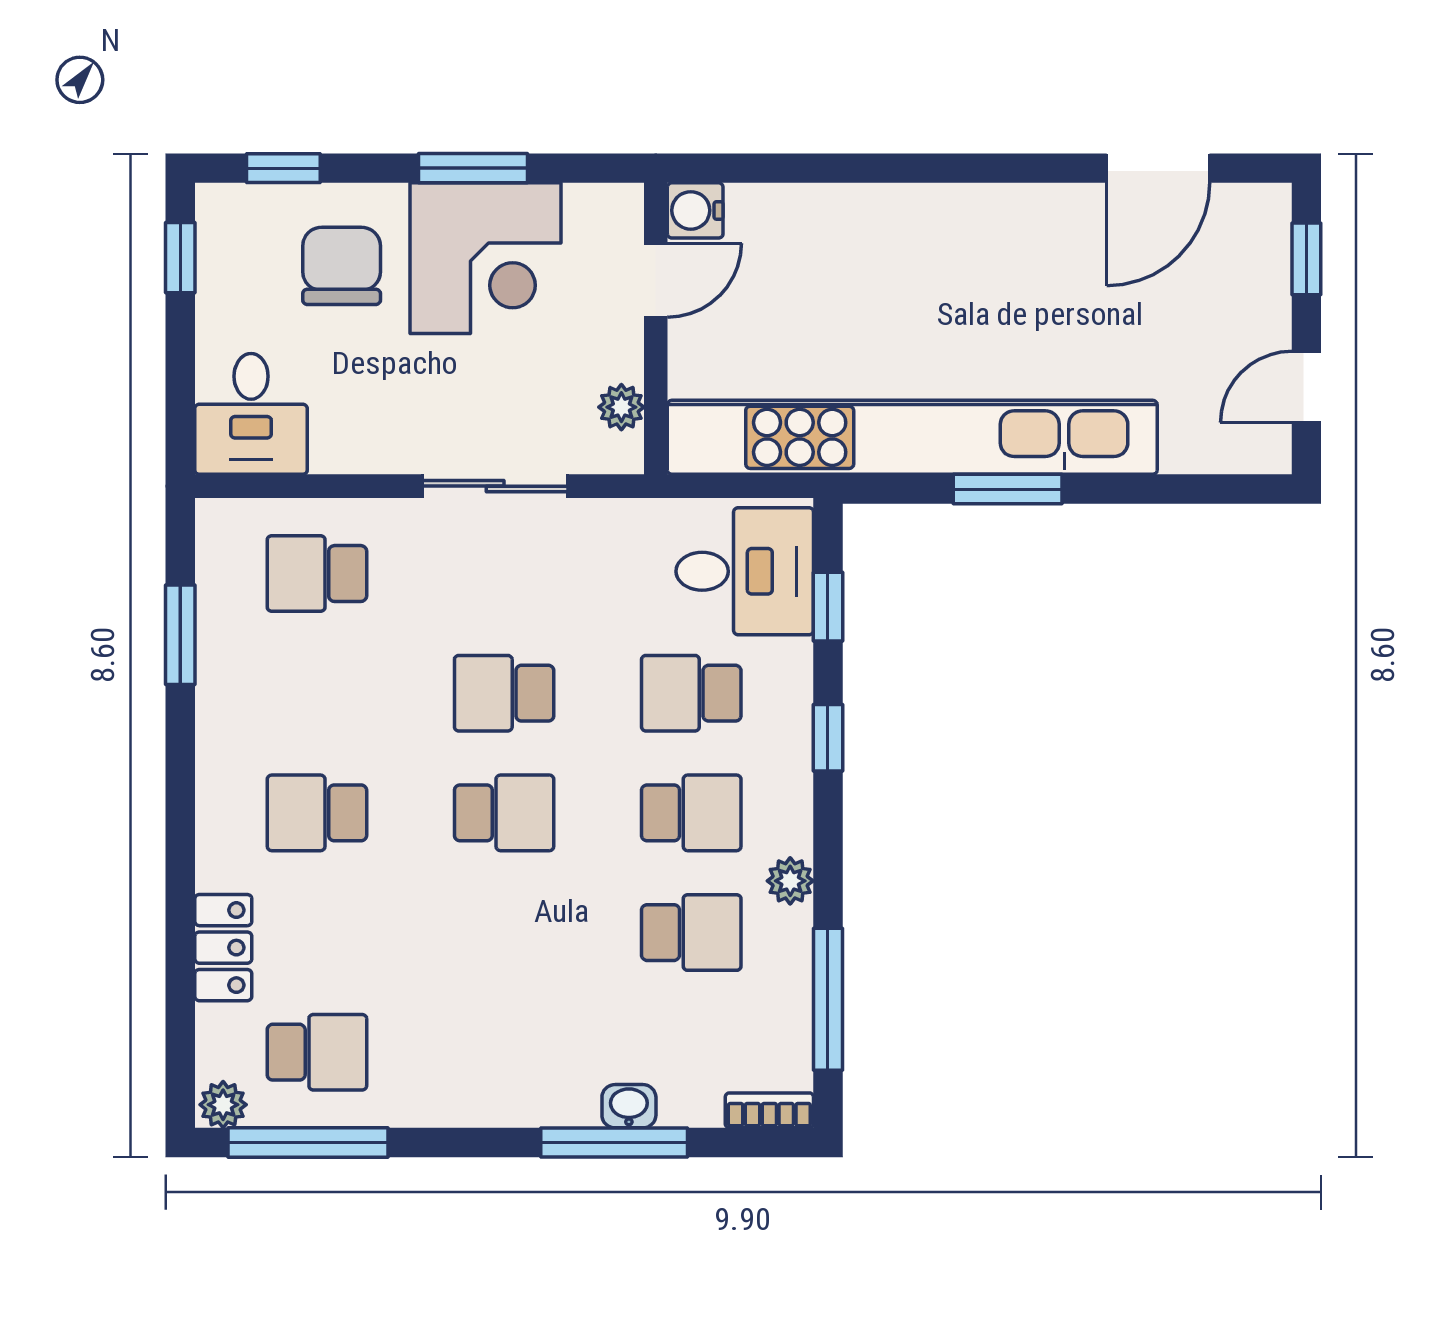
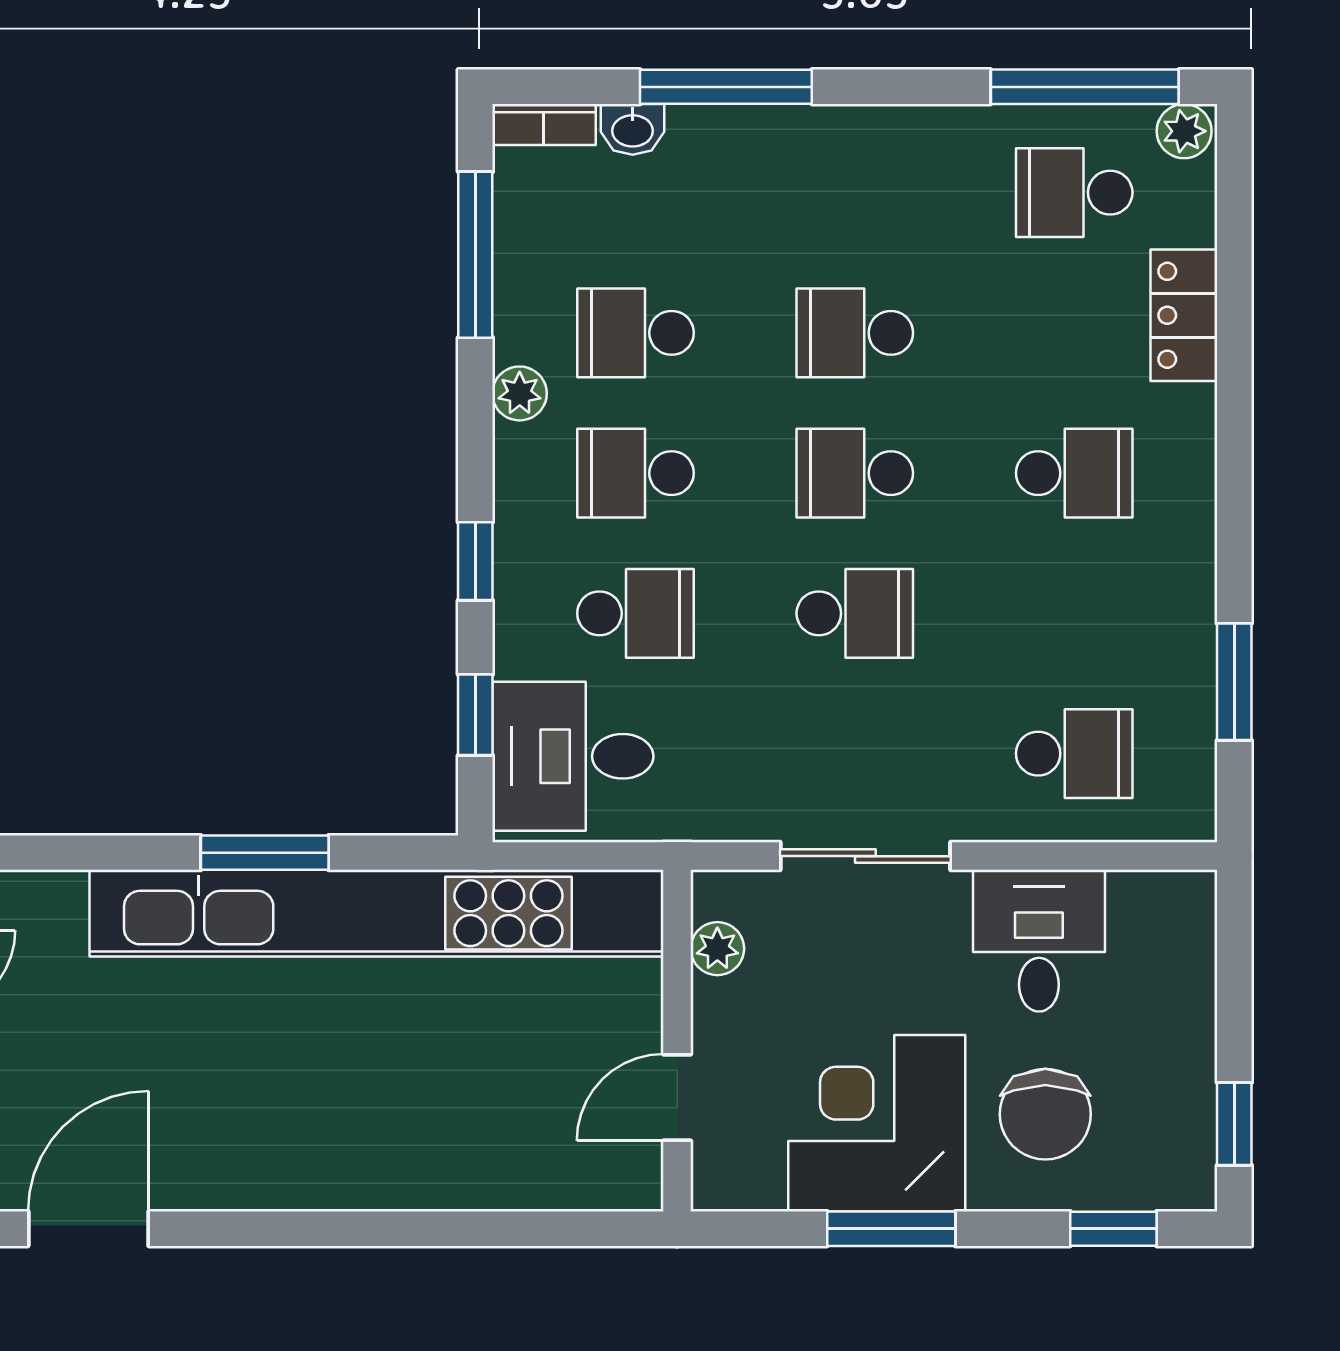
water cooler: (695, 210) -> (631, 1179), removed
desk: (251, 414) -> (1039, 941), moved
school desk: (504, 933) -> (855, 333), added
washbasin: (629, 1106) -> (633, 129), moved

